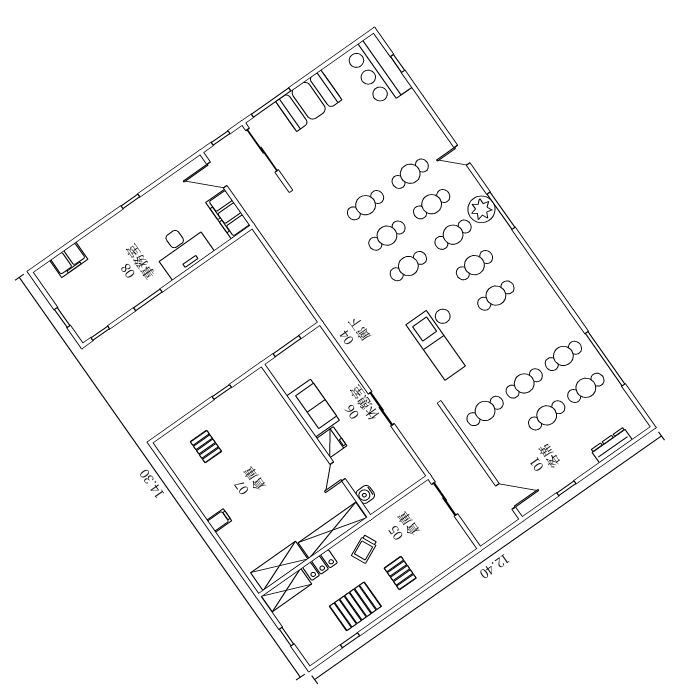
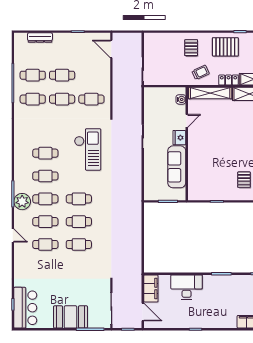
sofa: (313, 408) -> (177, 167), width x1.36

